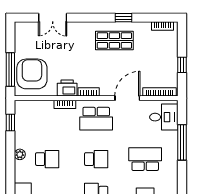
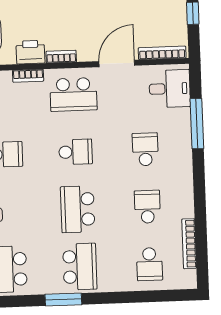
school desk: (145, 159) -> (145, 149), width x0.54

